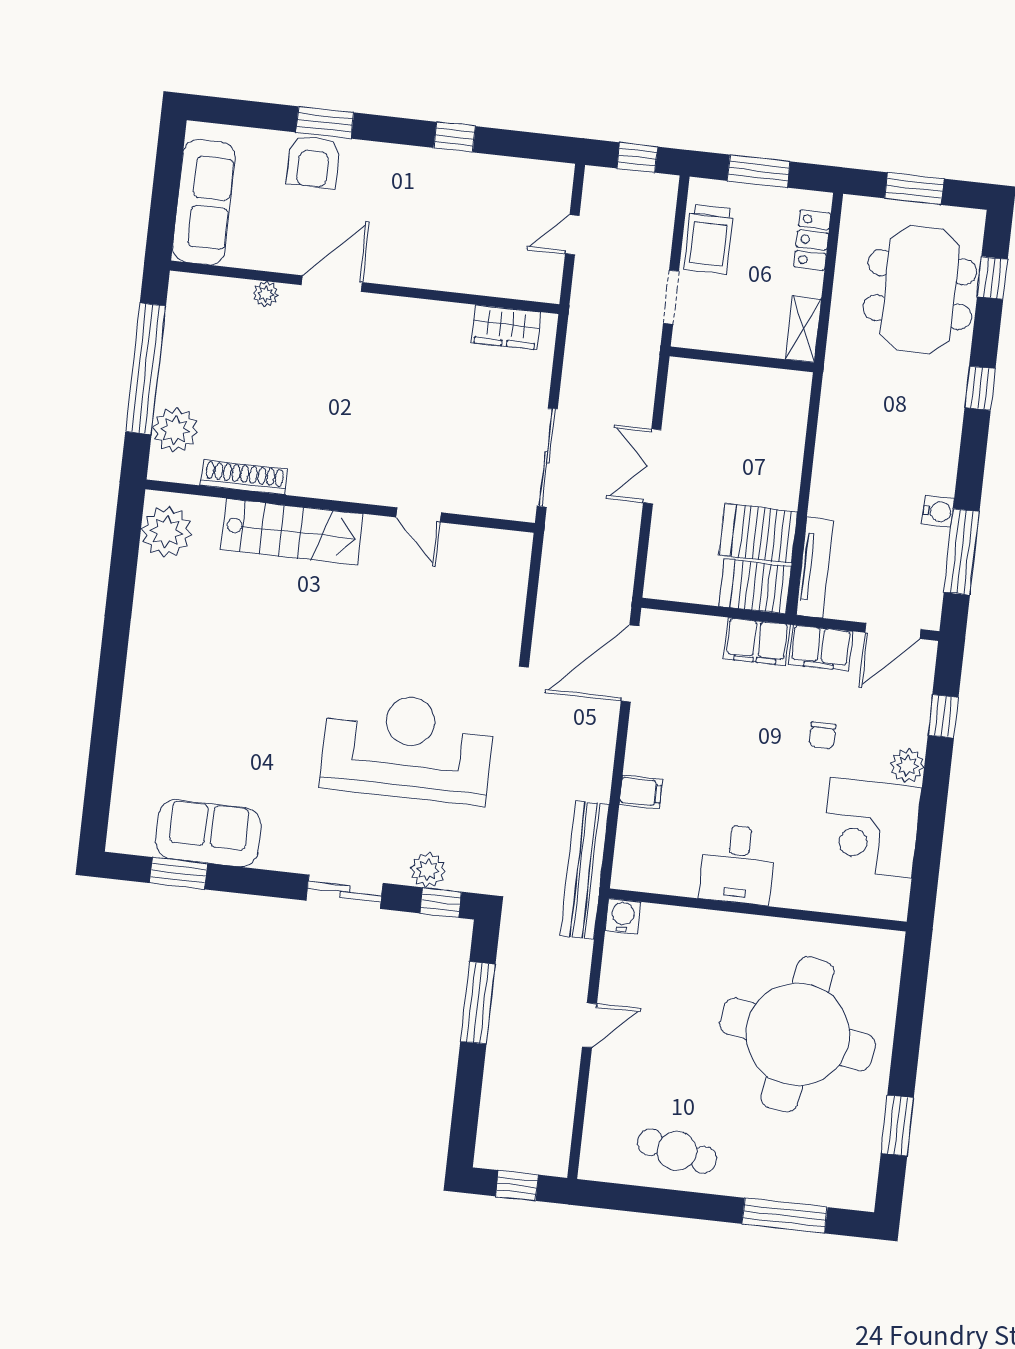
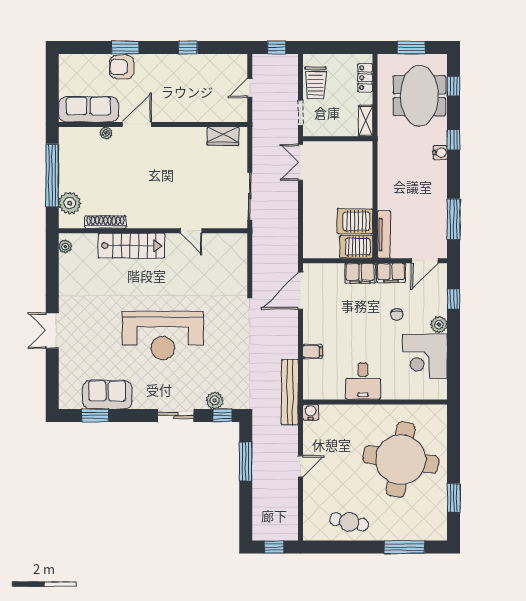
armchair: (313, 162) -> (122, 67), turned 90
window: (759, 171) -> (336, 47), removed
sofa: (204, 202) -> (88, 109), moved, turned -90
double door: (652, 466) -> (300, 162), moved
water cooler: (938, 512) -> (440, 153), moved
plant: (166, 532) -> (65, 247), width x0.53, depth x0.53
double door: (110, 689) -> (52, 331), added
reception desk: (408, 747) -> (163, 335), moved, turned 180

